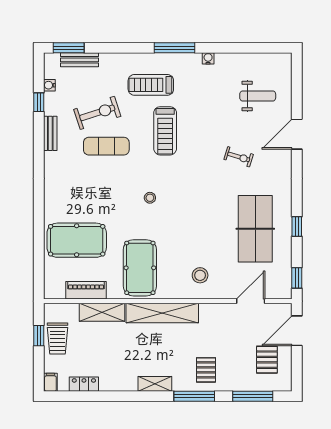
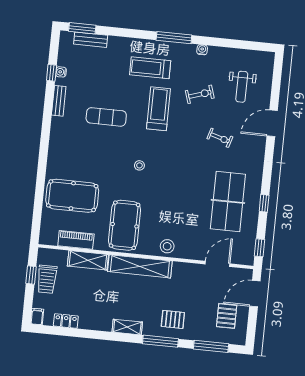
water cooler: (49, 85) -> (61, 72), moved
weight bench: (258, 96) -> (242, 87), turned 90
exercise bike: (97, 113) -> (200, 94), moved, width x0.73, depth x0.72
treadmill: (165, 131) -> (158, 109), turned 180
stool: (200, 275) -> (167, 246), moved
pallet: (206, 370) -> (173, 319), turned 90

